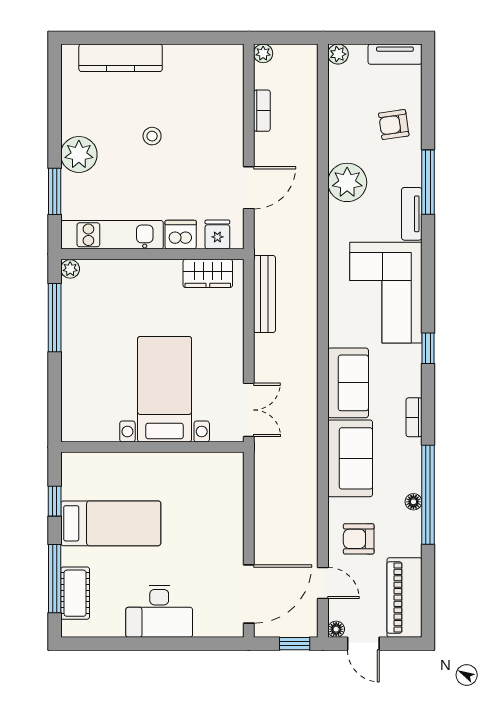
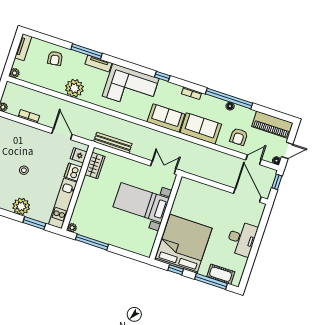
bed: (111, 523) -> (183, 244), width x2.04

